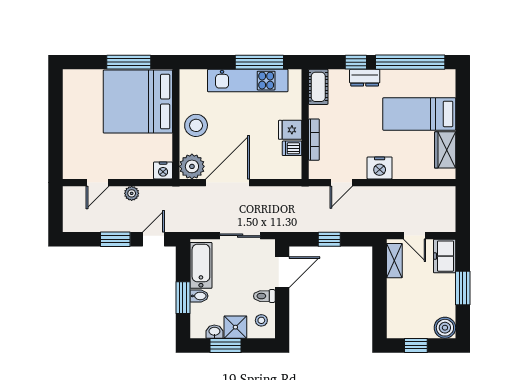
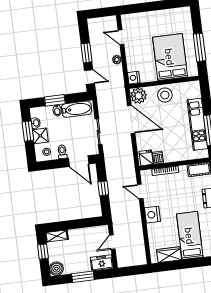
bed: (138, 102) -> (170, 57), width x0.73
fridge: (290, 130) -> (146, 158), moved
shelving: (394, 261) -> (57, 236), moved

